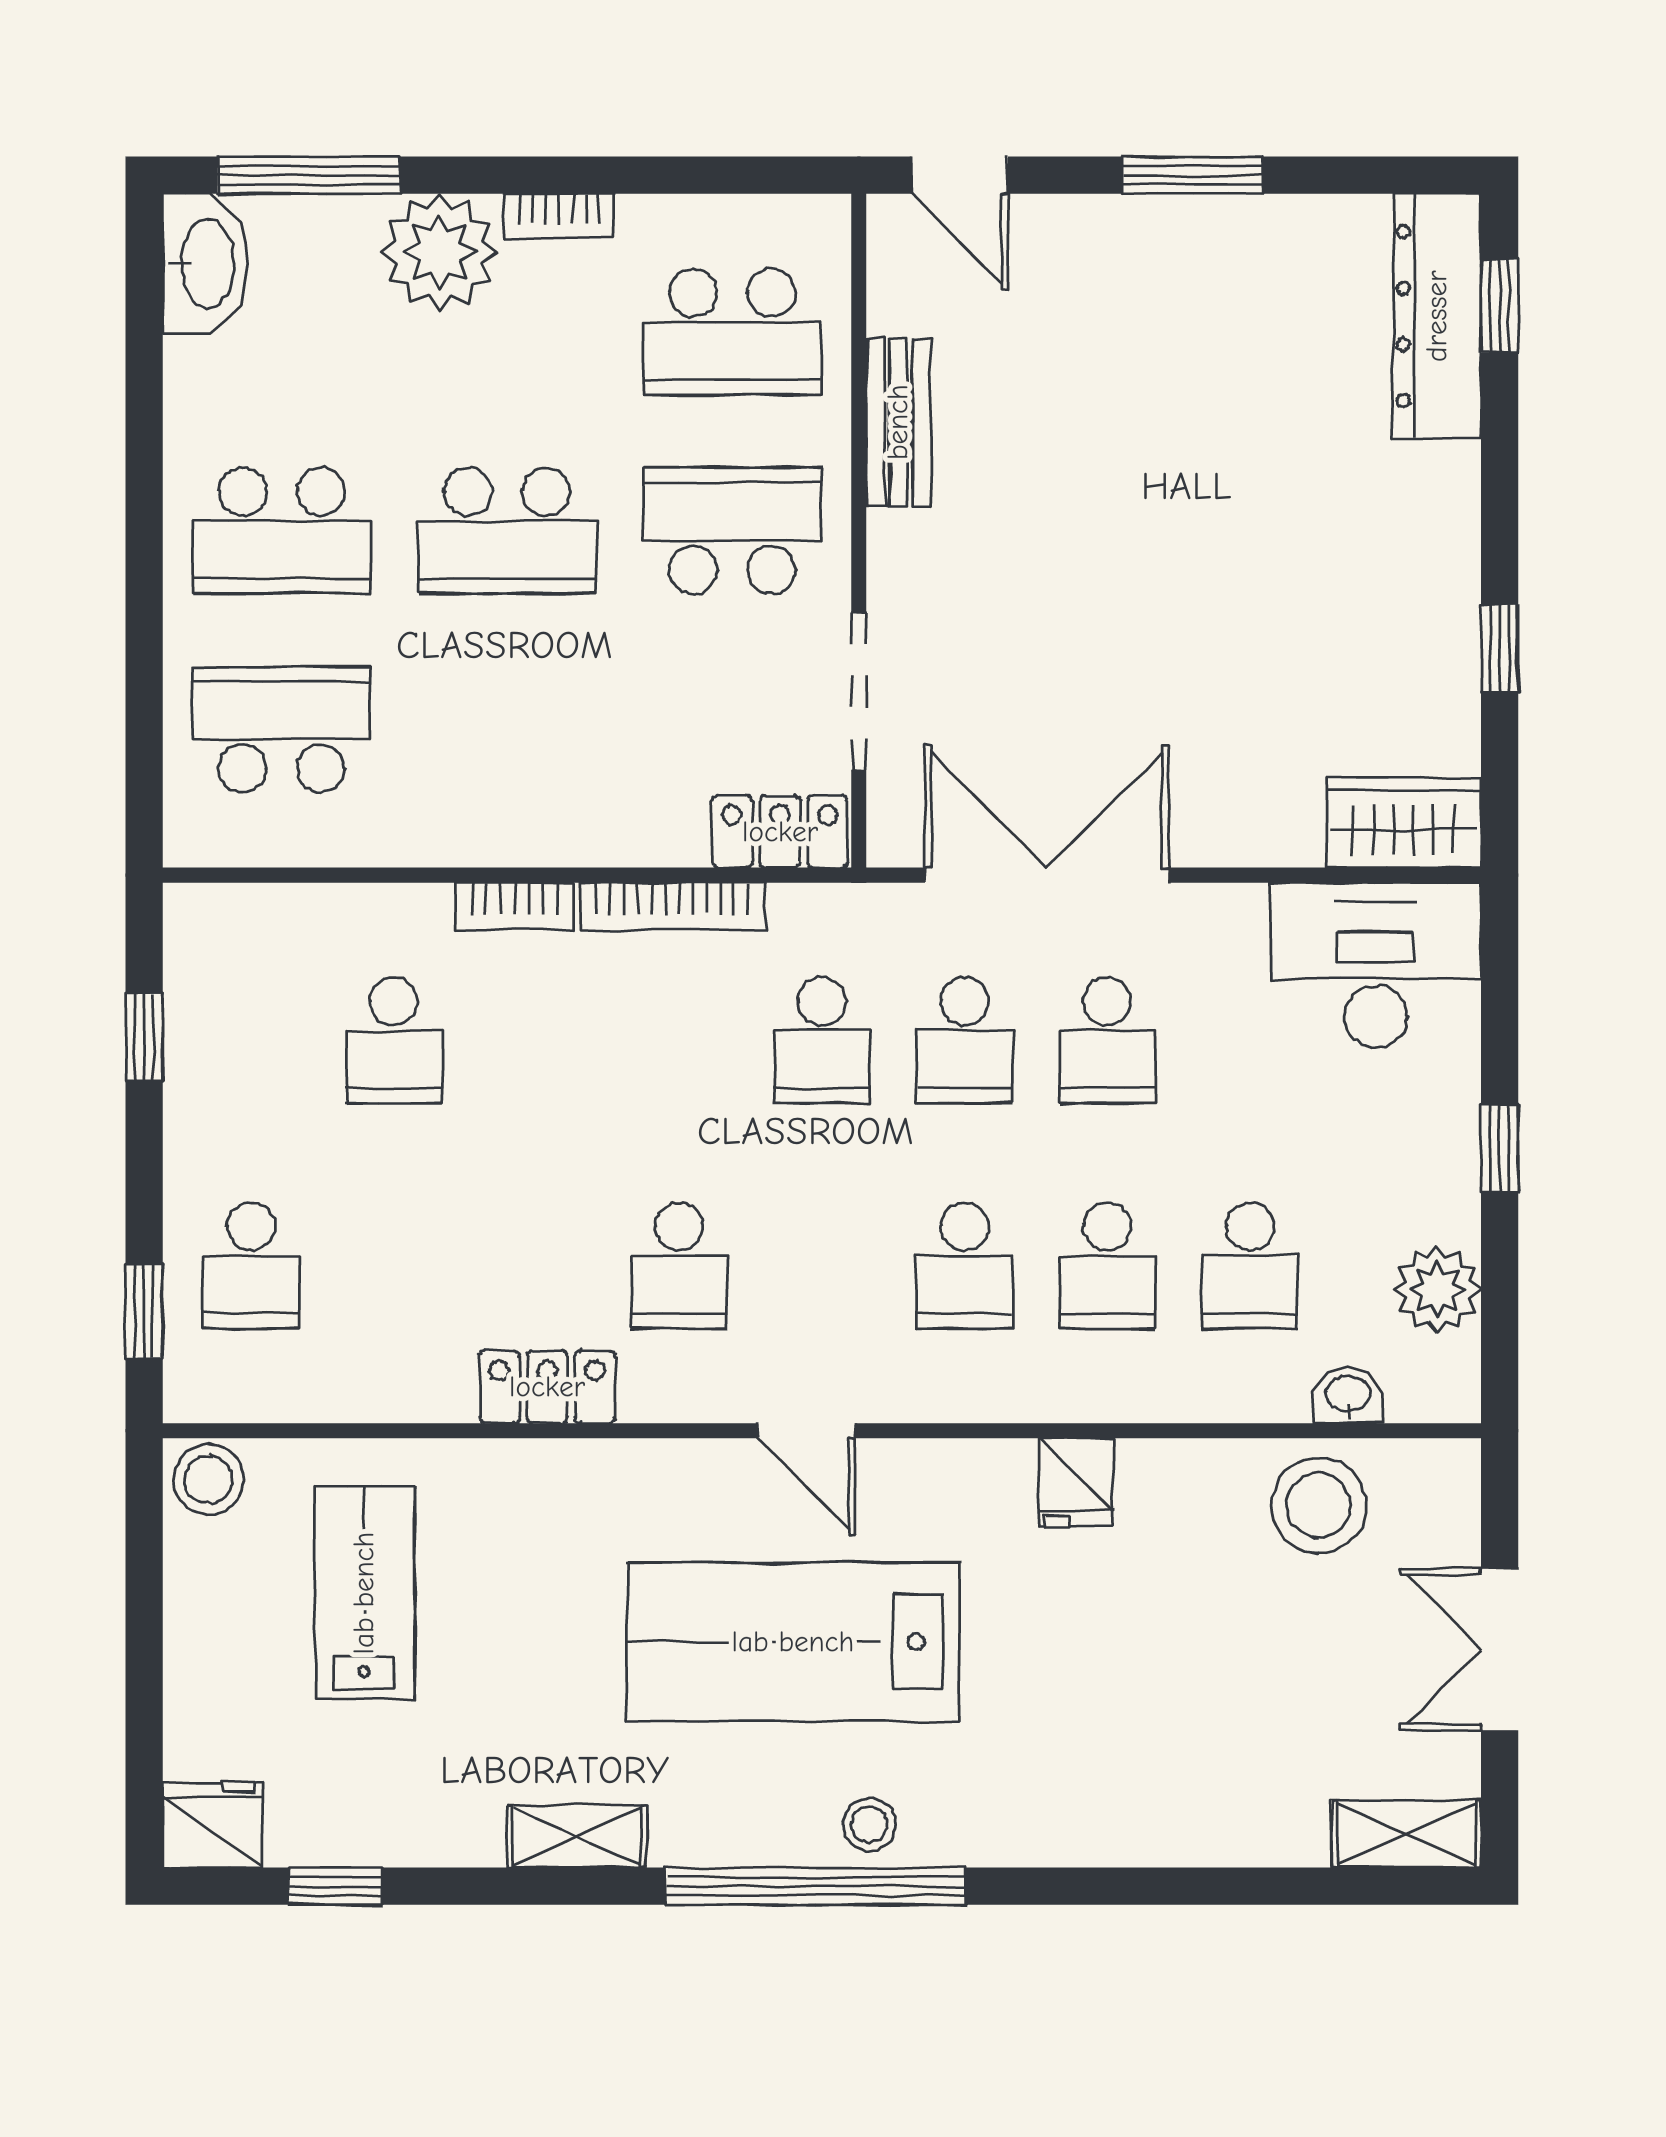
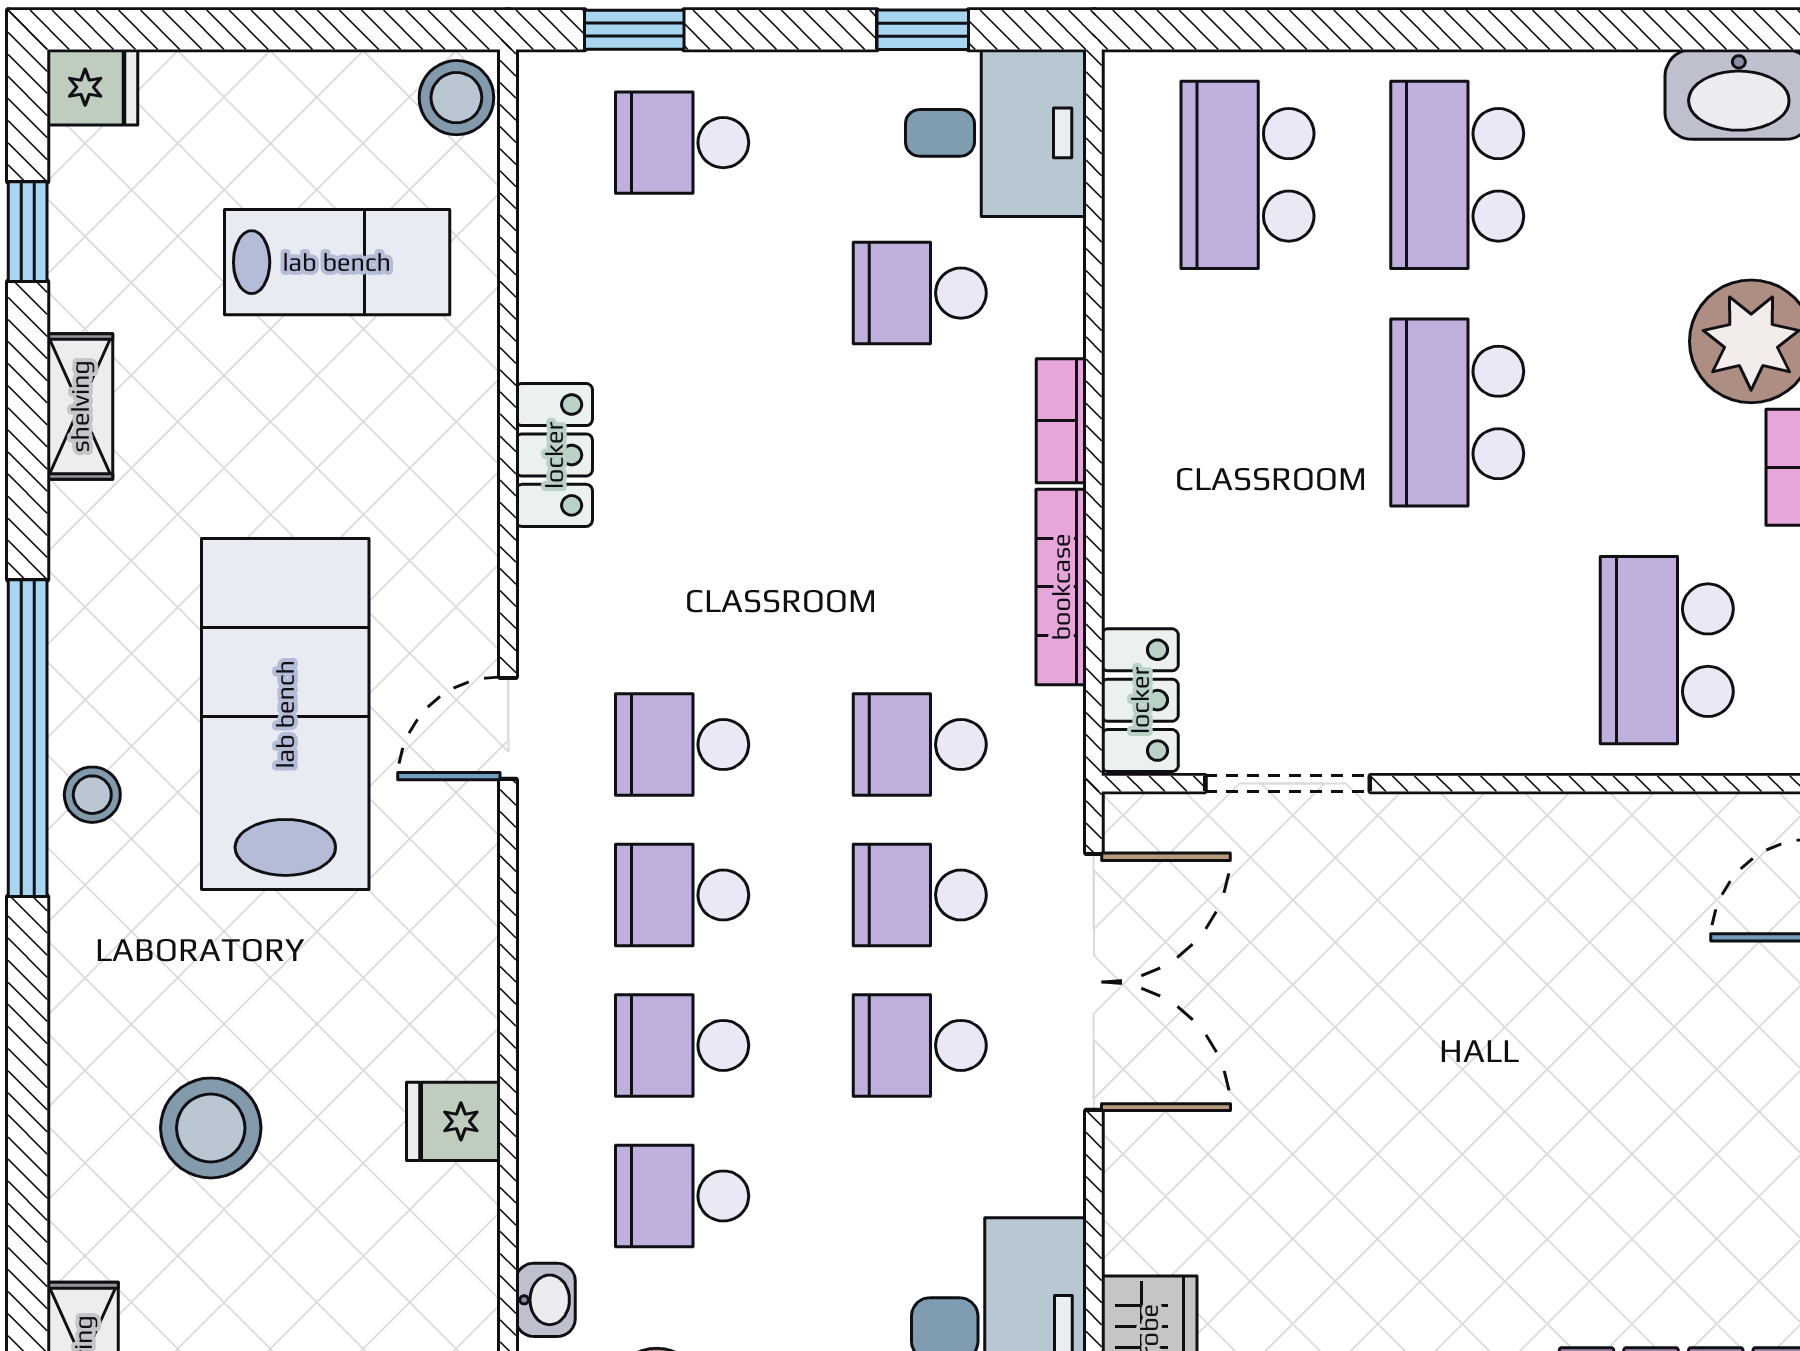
bench: (898, 422) -> (1572, 825), removed
school desk: (732, 531) -> (1457, 650), removed
school desk: (282, 729) -> (1248, 175), turned 180
desk: (242, 968) -> (996, 133), added
school desk: (679, 1266) -> (682, 745), moved
fridge: (1076, 1482) -> (453, 1121), moved
stool: (1319, 1505) -> (211, 1128), moved
fridge: (212, 1825) -> (92, 87), width x0.72
shelving: (577, 1837) -> (80, 406), moved

